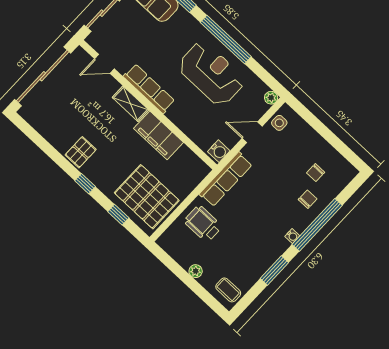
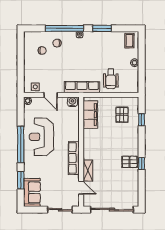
shelving: (130, 104) -> (88, 171), moved
filing cabinet: (158, 135) -> (90, 115), moved
window: (85, 184) -> (142, 164), moved
pallet: (147, 197) -> (122, 115), width x0.49, depth x0.50

